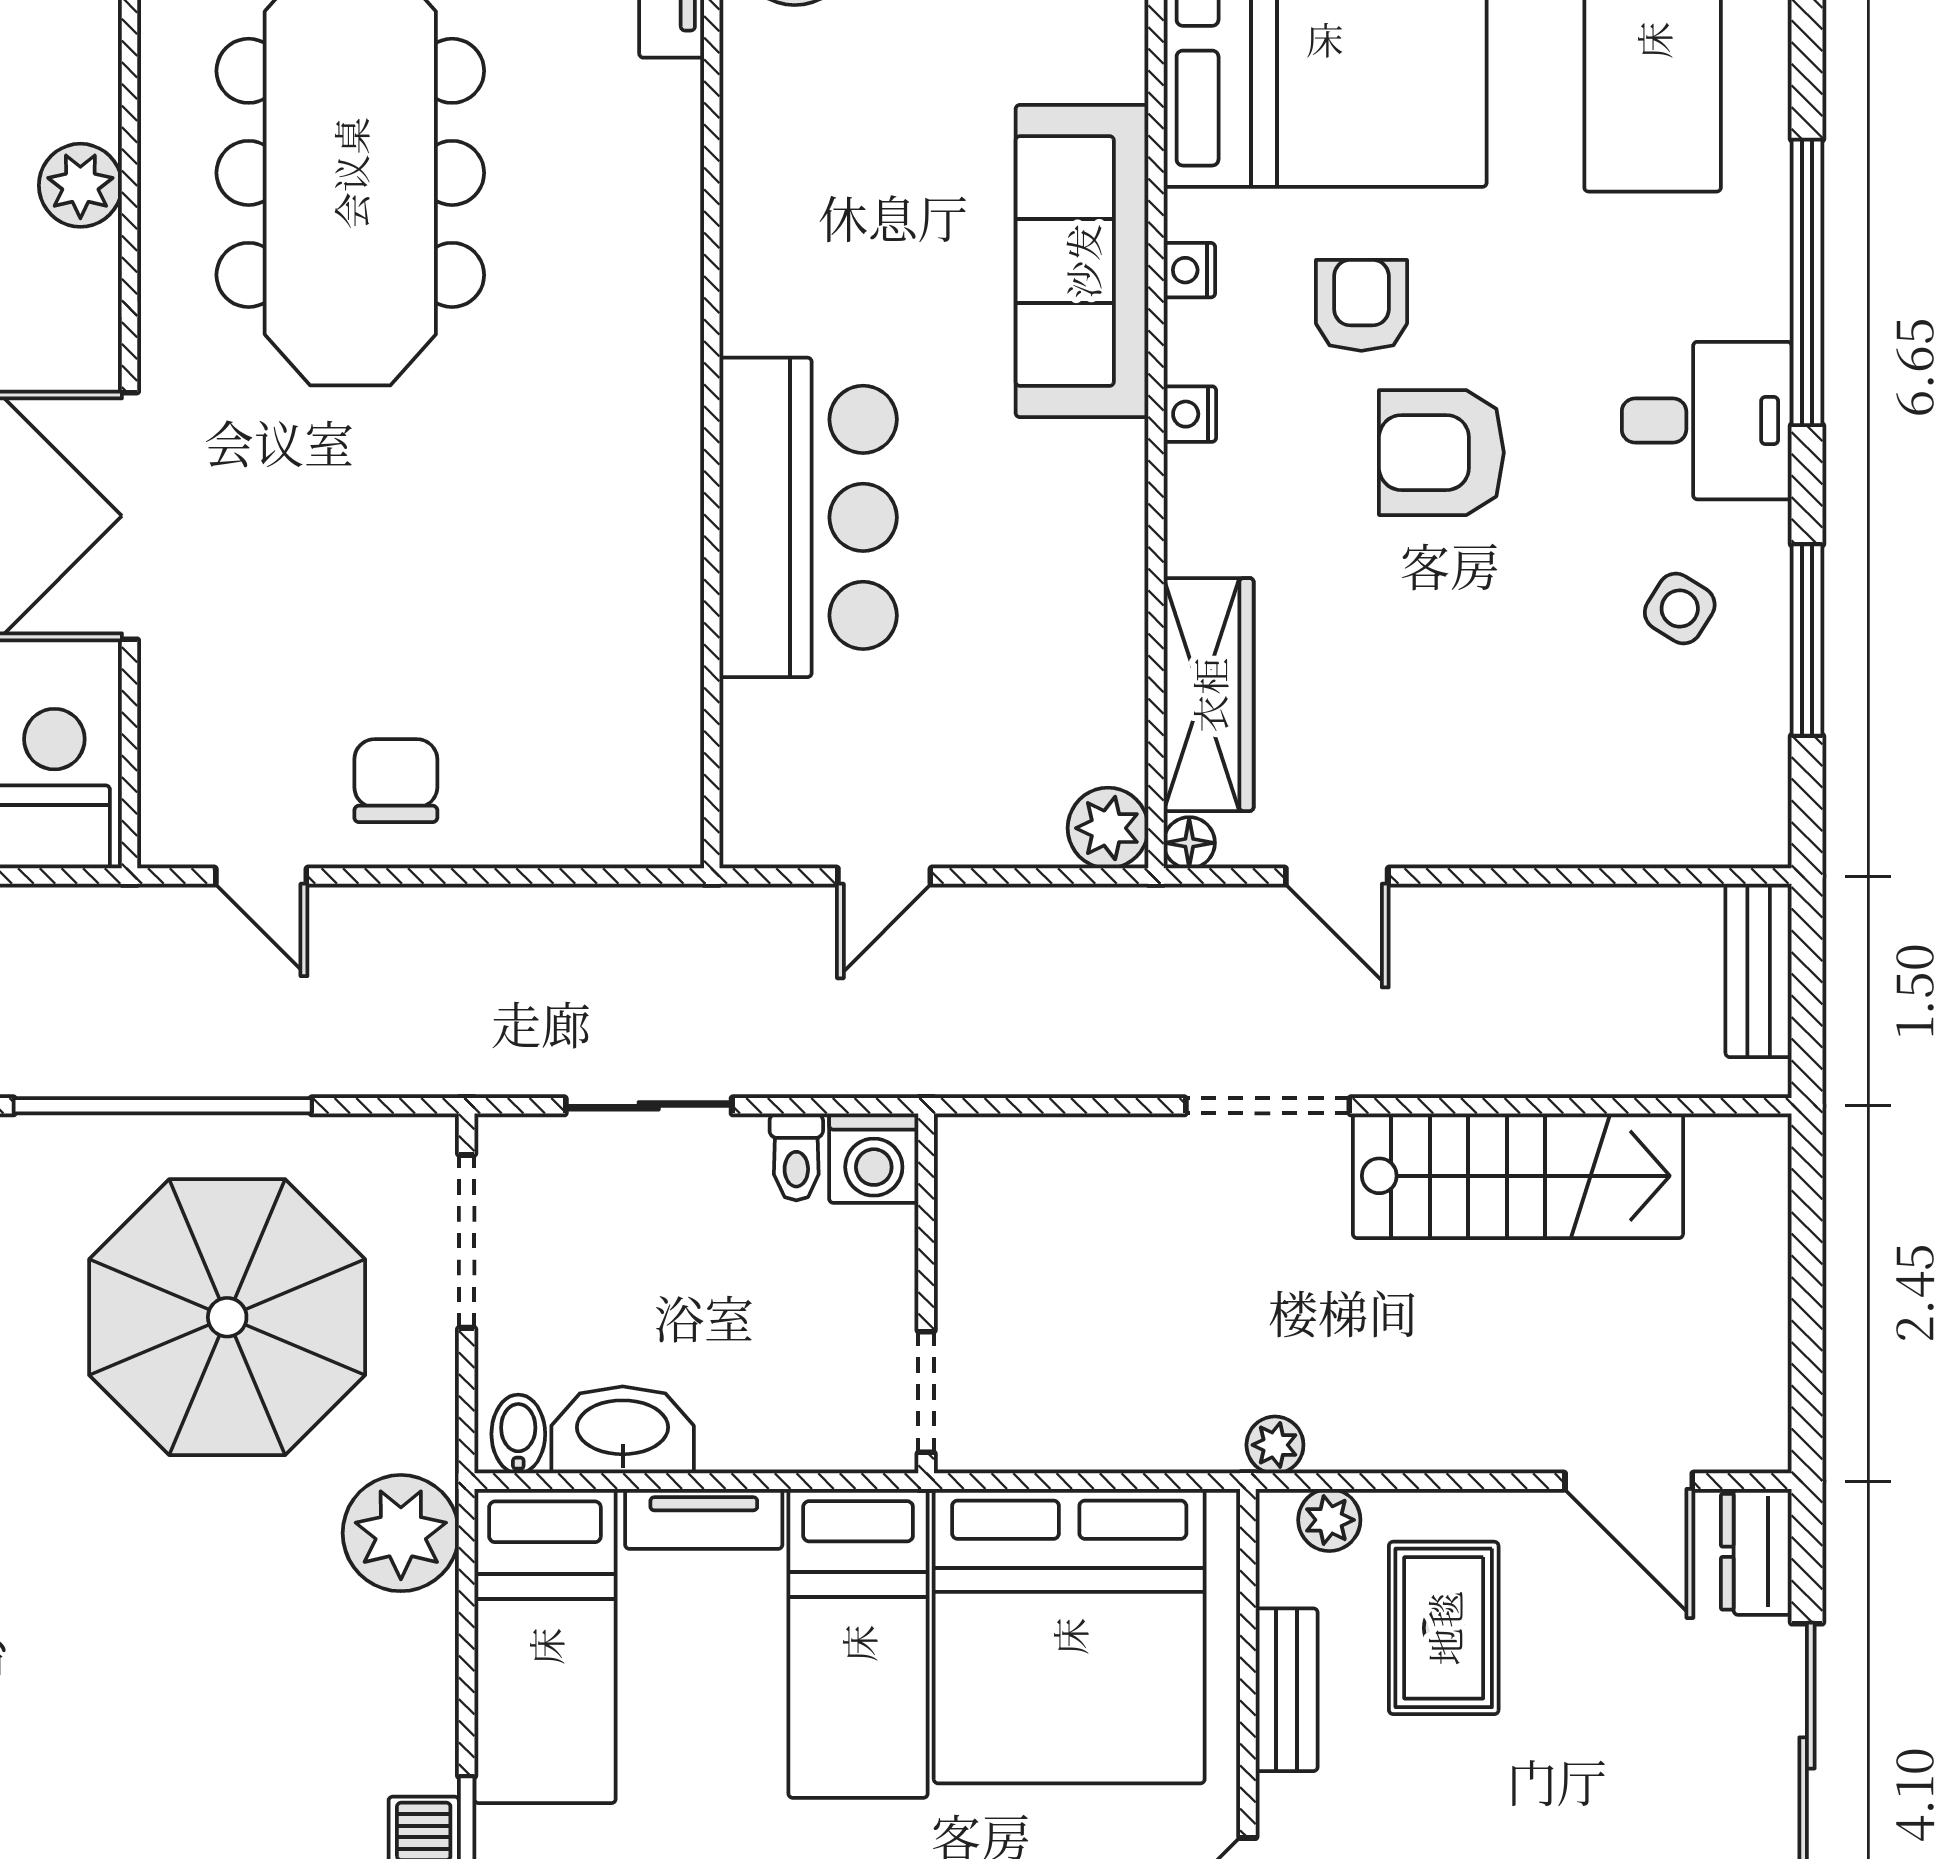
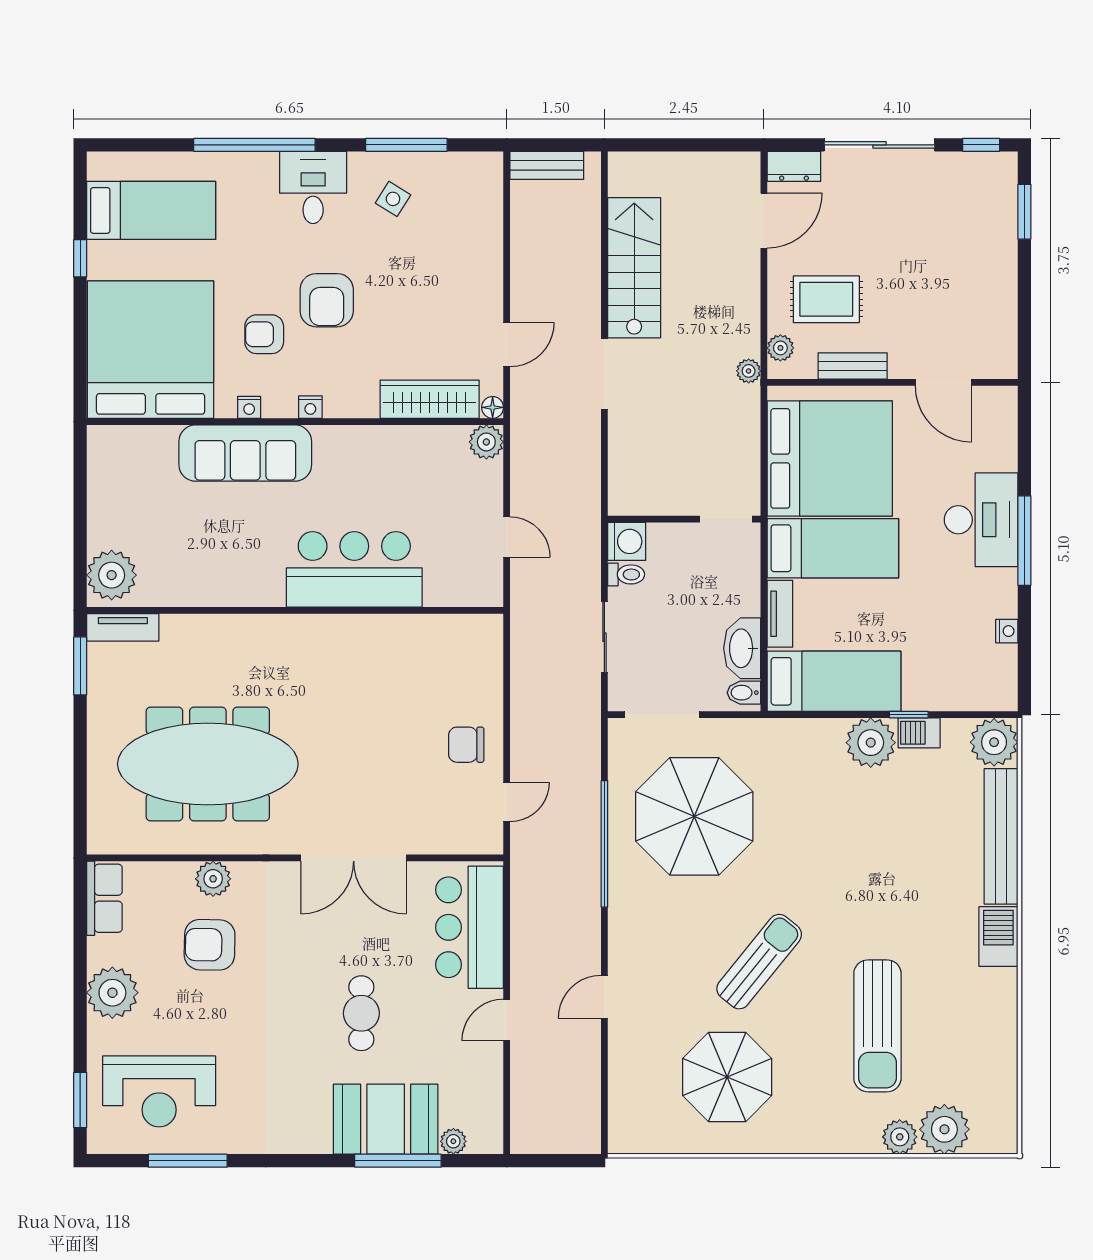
plant: (401, 1533) -> (871, 743), moved

